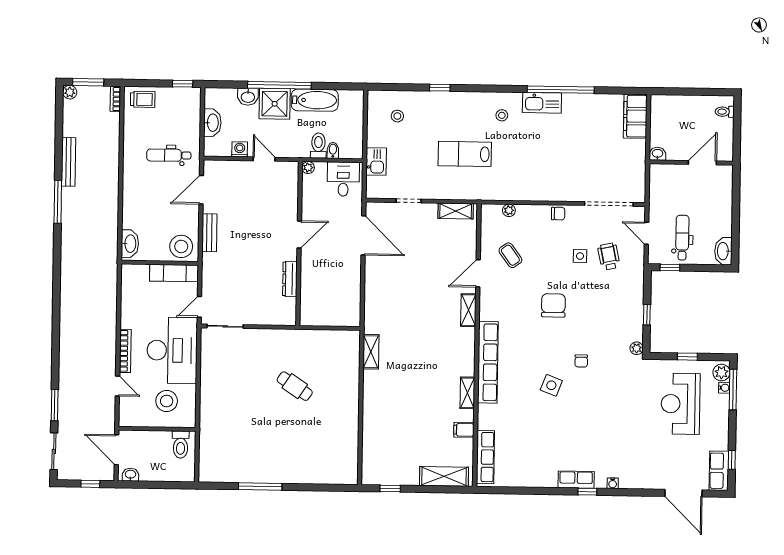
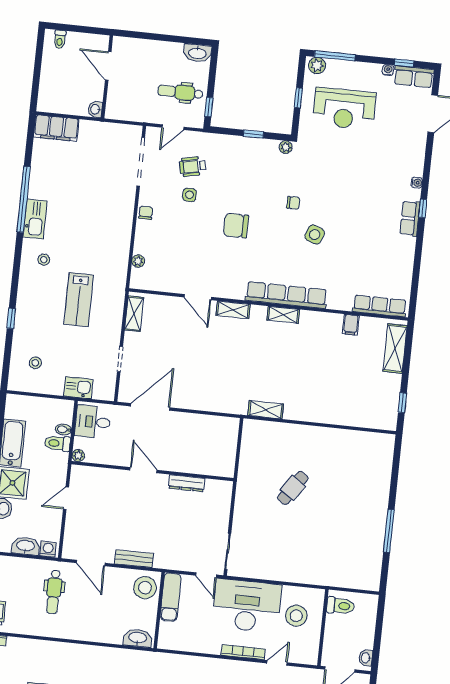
washing machine: (240, 149) -> (48, 549), moved, turned 90
coffee table: (510, 255) -> (183, 263), removed
water cooler: (724, 388) -> (388, 70), moved
shelving: (467, 393) -> (283, 315), moved

